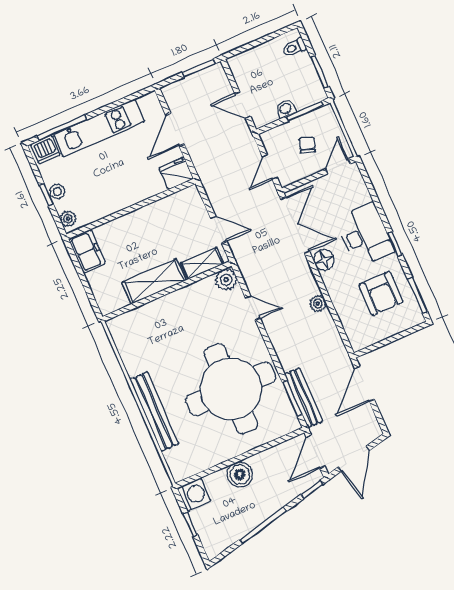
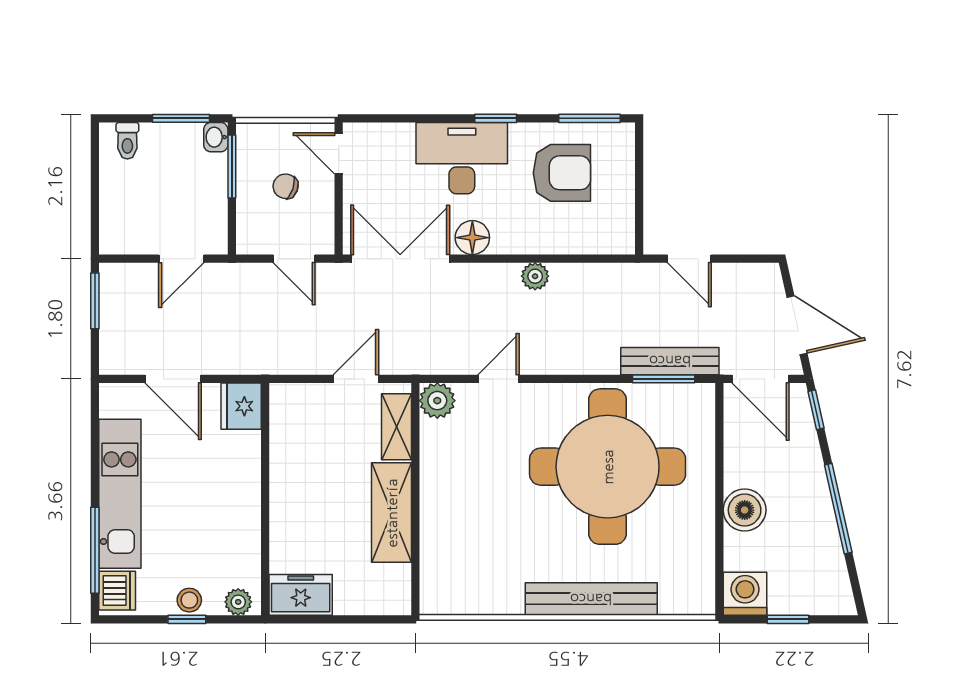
washbasin: (286, 109) -> (216, 137), moved
door: (364, 384) -> (689, 259), width x0.73

